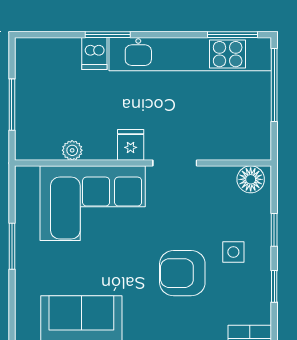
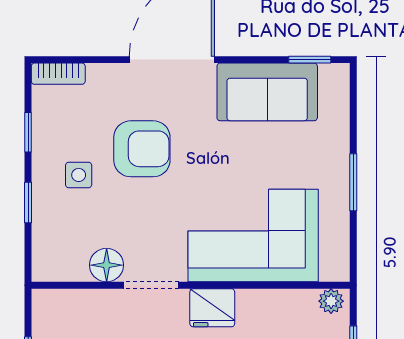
fridge: (131, 145) -> (212, 308), width x1.38
plant: (72, 150) -> (331, 301), moved
floor lamp: (251, 179) -> (107, 265), moved

